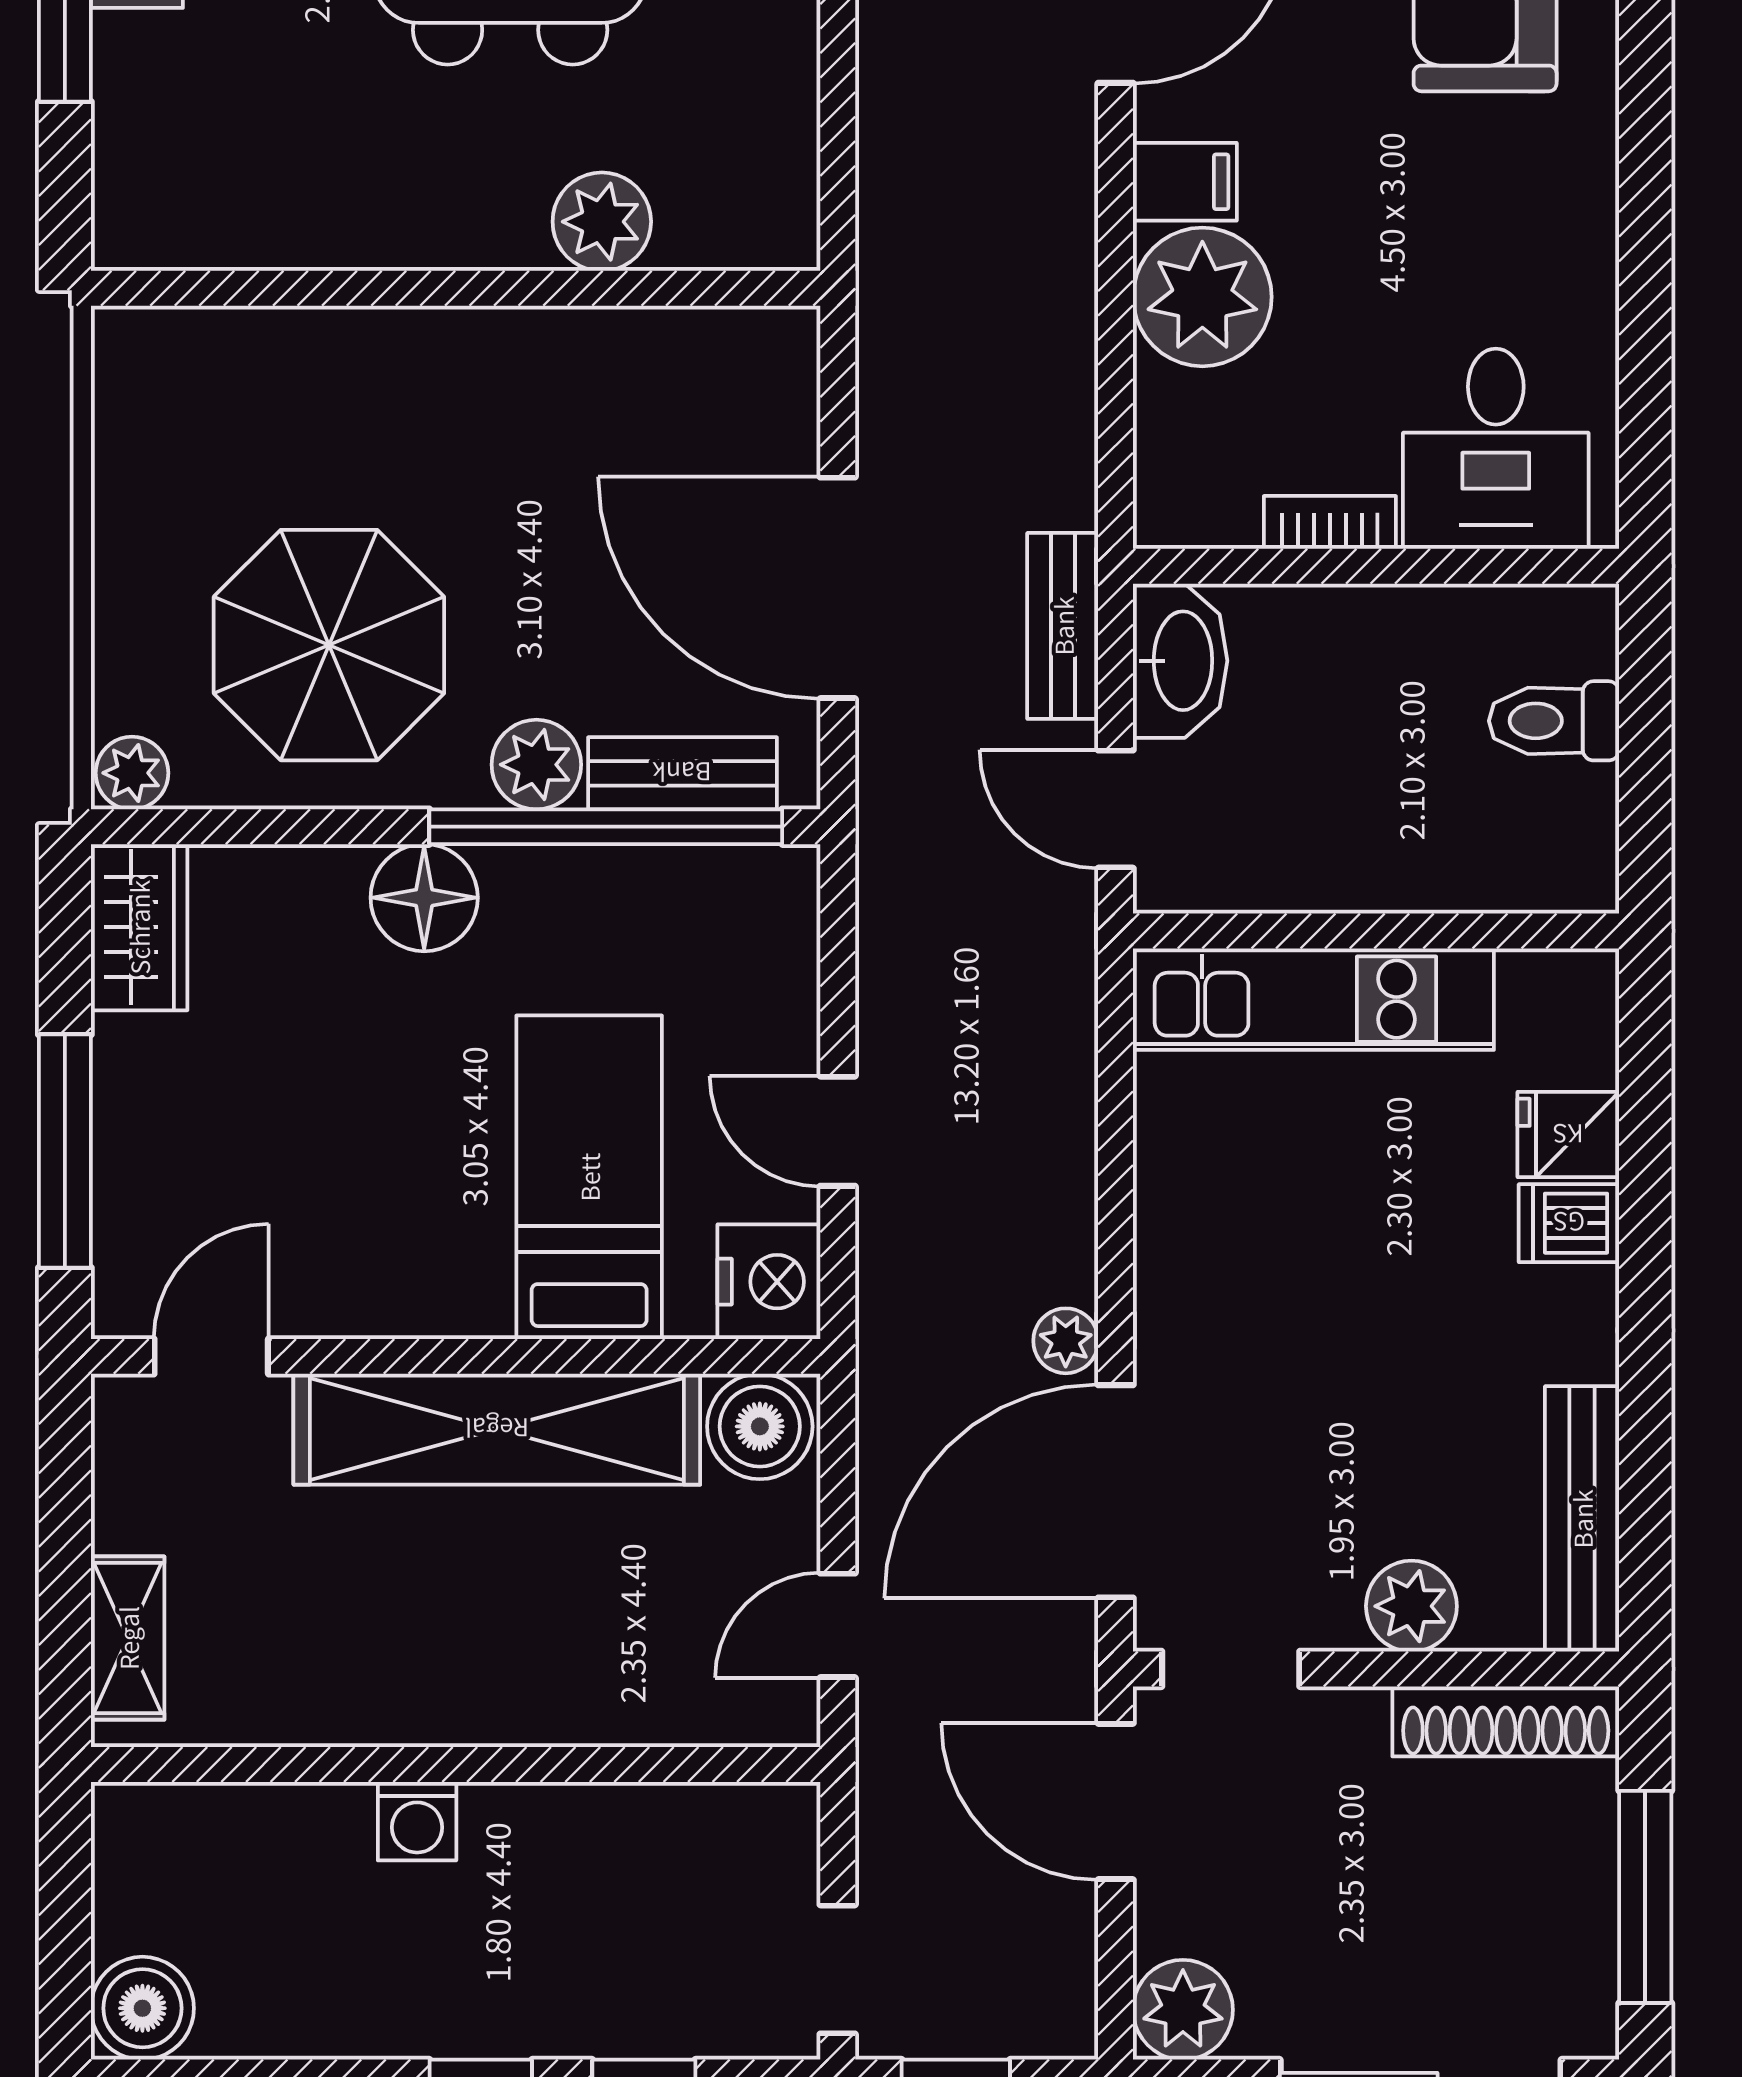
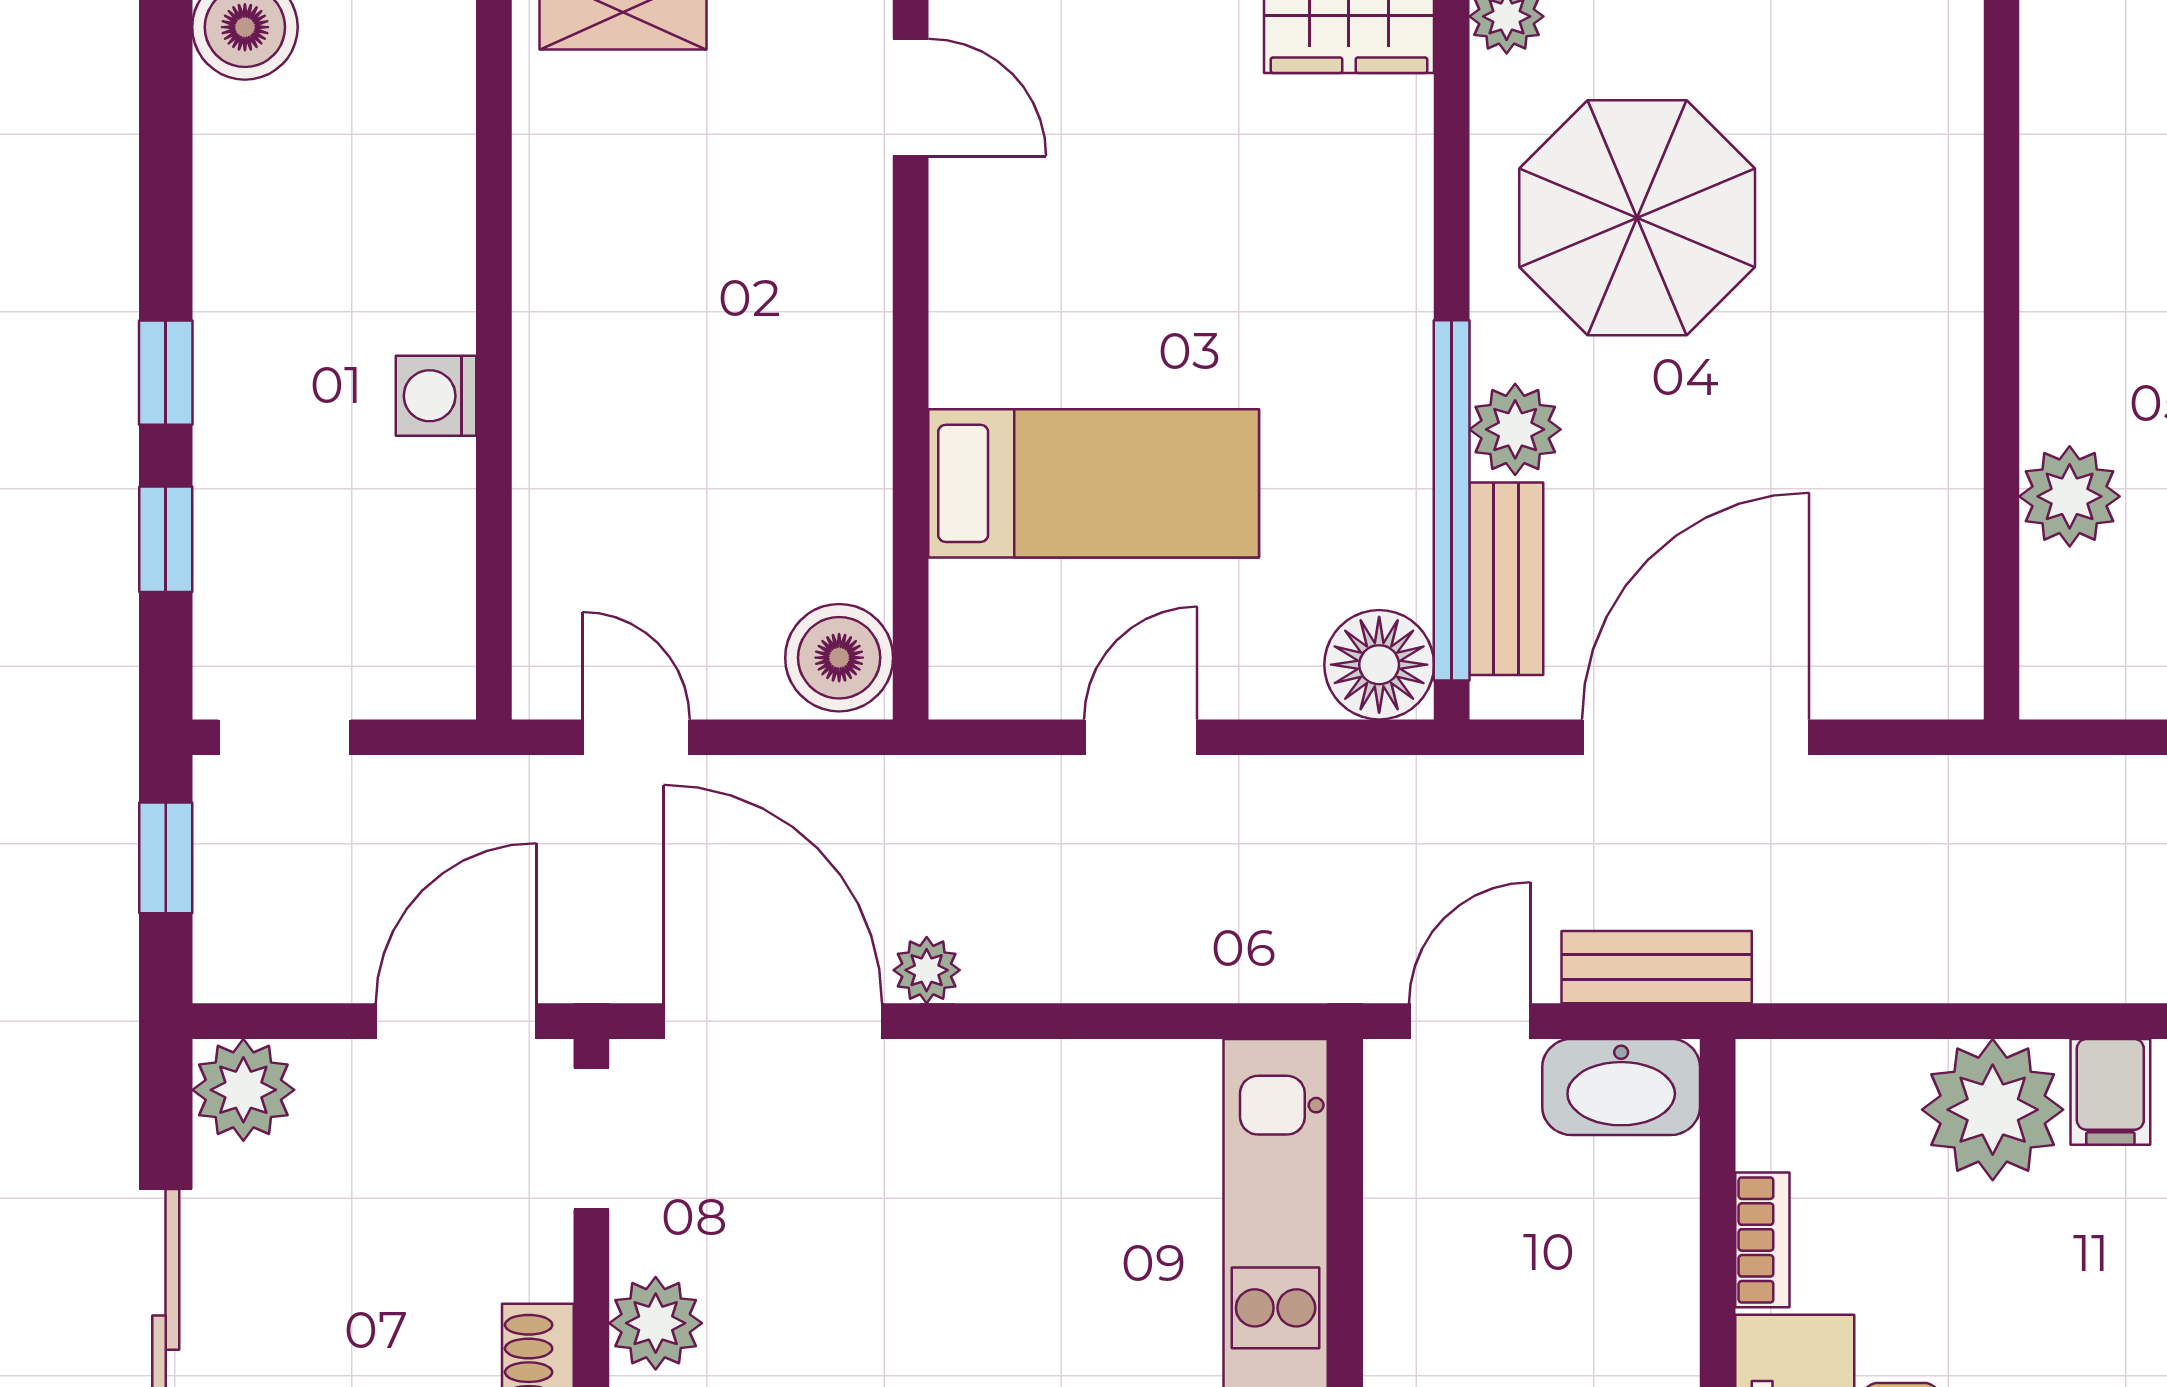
floor lamp: (424, 898) -> (1379, 665), moved
nightstand: (769, 1282) -> (987, 667), removed
shelving: (497, 1429) -> (836, 389), removed
washing machine: (417, 1821) -> (436, 396), moved

